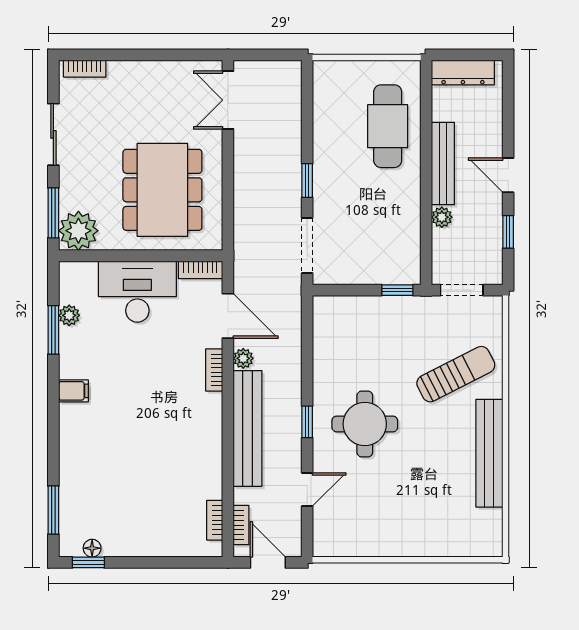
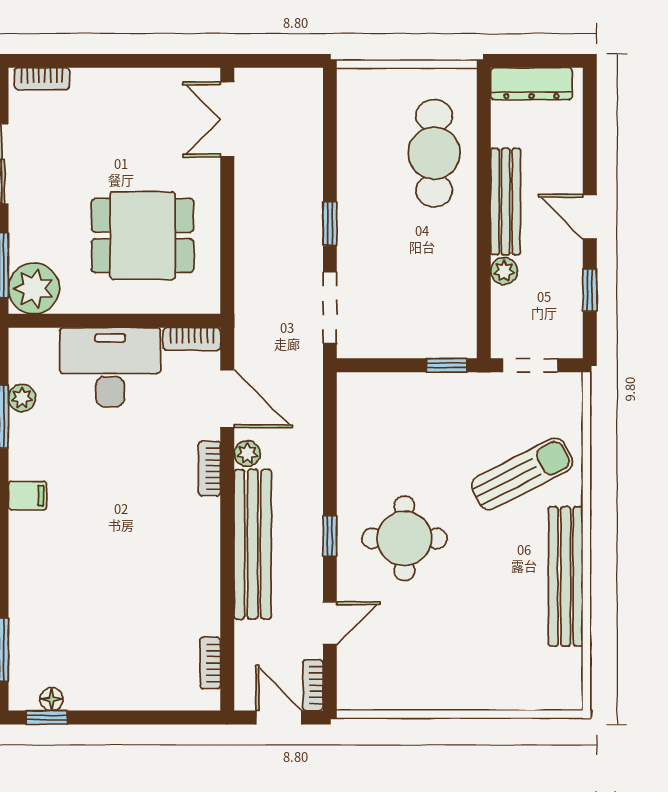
dining table: (162, 190) -> (143, 236), width x0.73
bookcase: (241, 525) -> (313, 685), moved, turned 180

